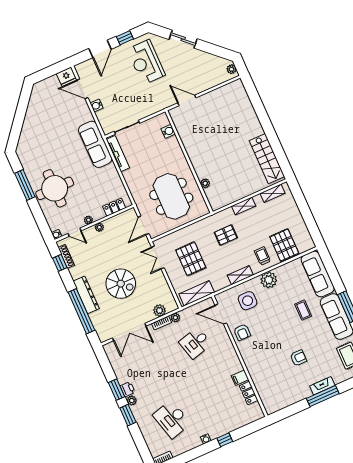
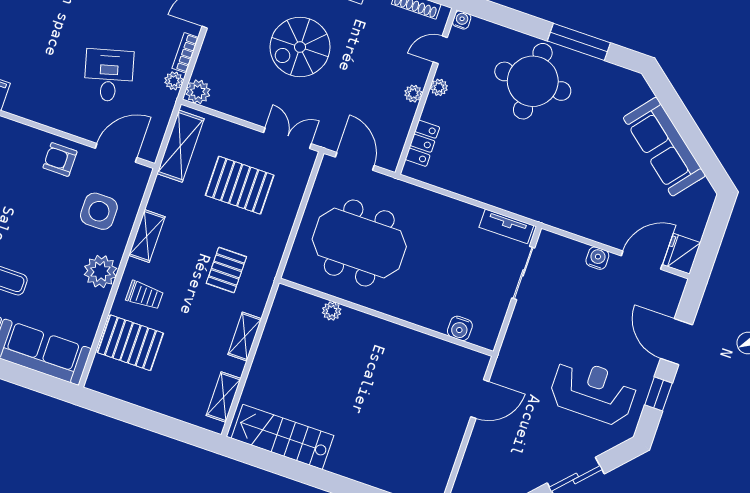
sofa: (95, 144) -> (664, 147), moved, turned -141
tv unit: (118, 154) -> (506, 226), width x0.71
plant: (159, 311) -> (198, 92), moved

